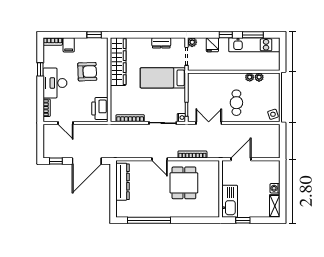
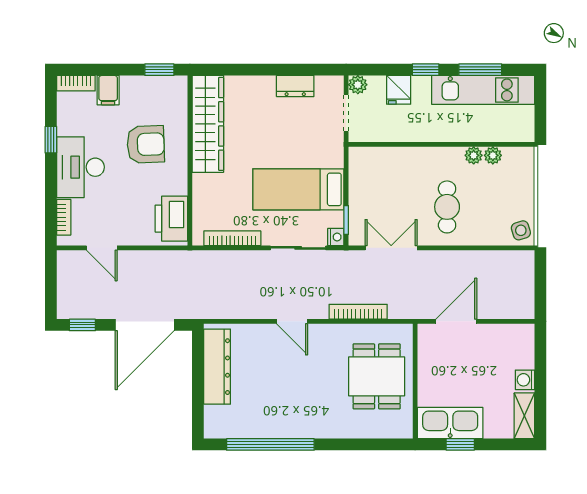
bed: (163, 78) -> (298, 189), moved
dining table: (184, 183) -> (377, 376), moved
kitchen sink: (230, 201) -> (450, 423), moved, turned -90

